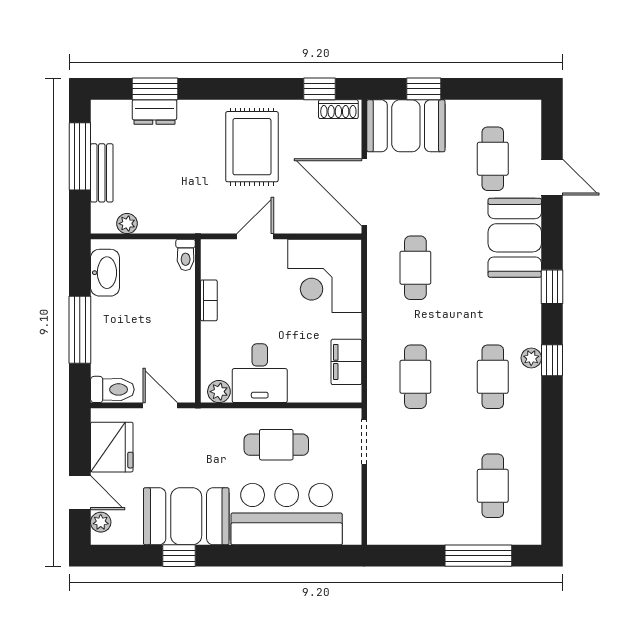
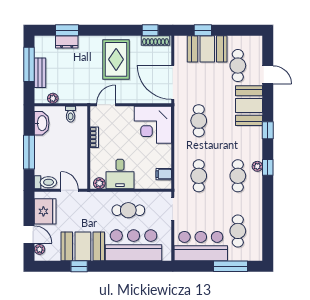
shoe rack: (338, 109) -> (155, 40), width x1.43
booth: (406, 126) -> (207, 49), moved
door: (255, 236) -> (106, 105), moved
toilet: (186, 255) -> (71, 114), moved
filing cabinet: (346, 362) -> (164, 174), width x0.50
bar counter: (419, 516) -> (201, 246), added

